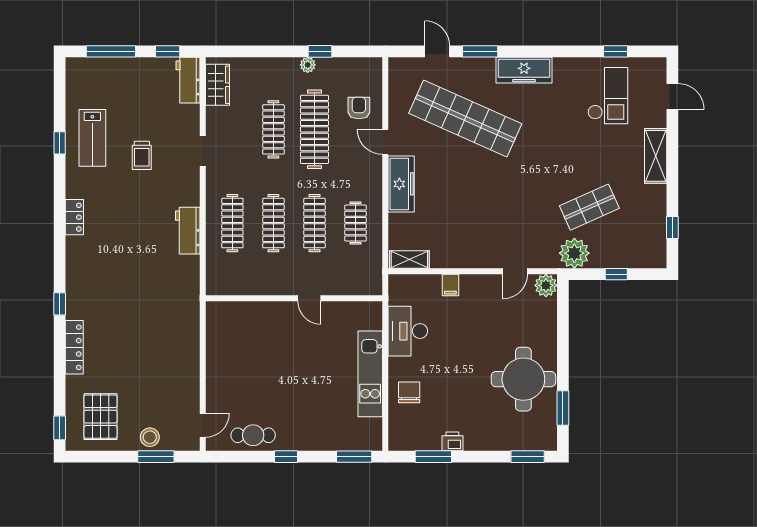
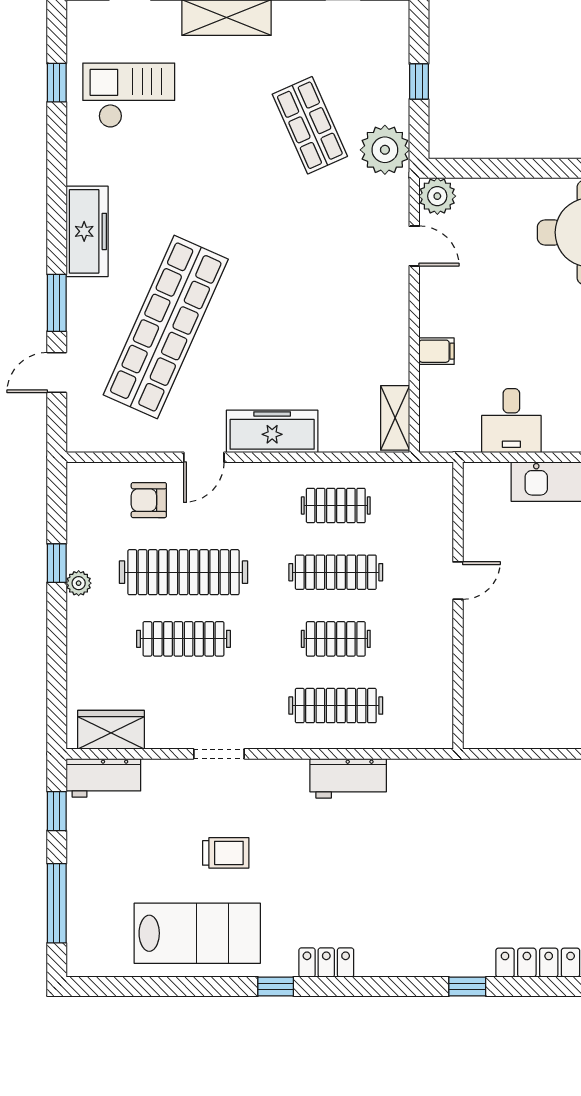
lab bench: (92, 138) -> (197, 933), width x1.36, depth x1.39
window: (60, 143) -> (276, 986), moved
clothes rail: (273, 223) -> (336, 639), width x0.73
desk: (408, 331) -> (511, 421), width x0.73

